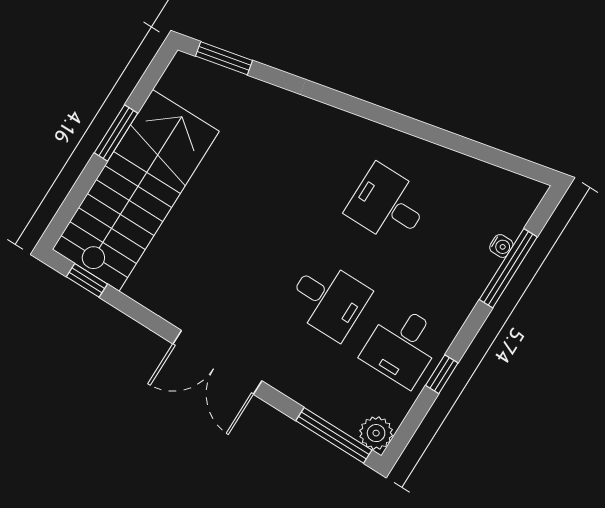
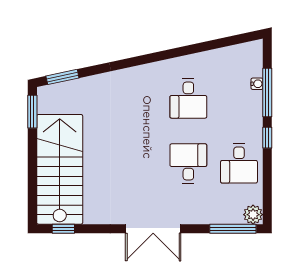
window: (116, 133) -> (32, 112), moved
desk: (388, 205) -> (188, 99), turned -90
desk: (328, 299) -> (188, 163), turned -90
window: (442, 374) -> (267, 138), moved

